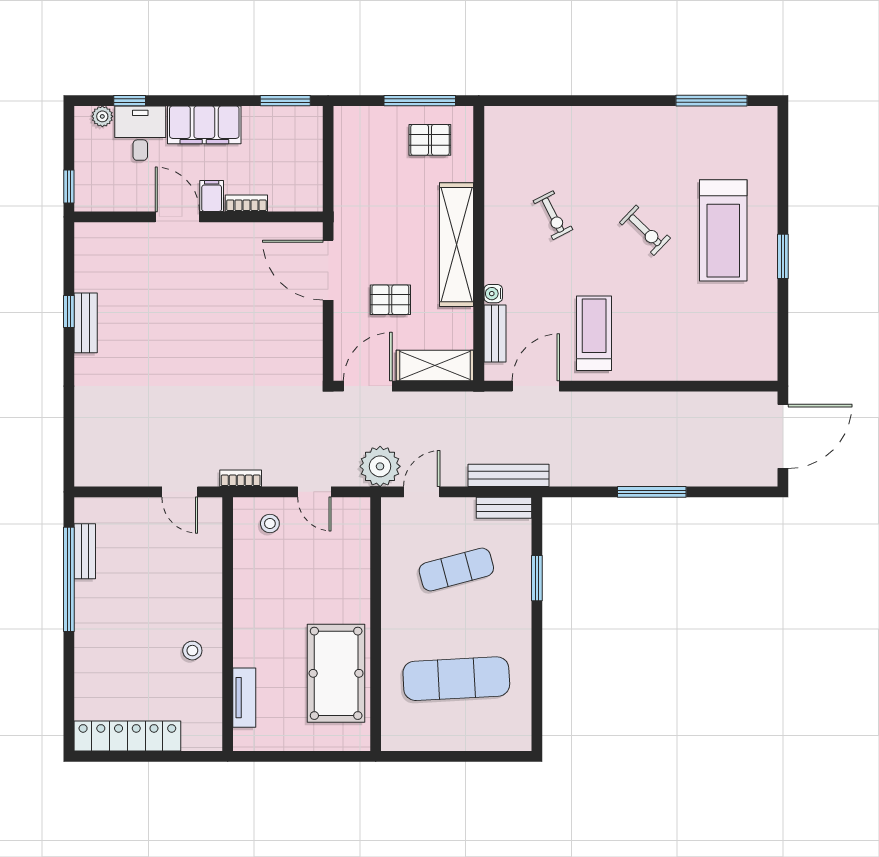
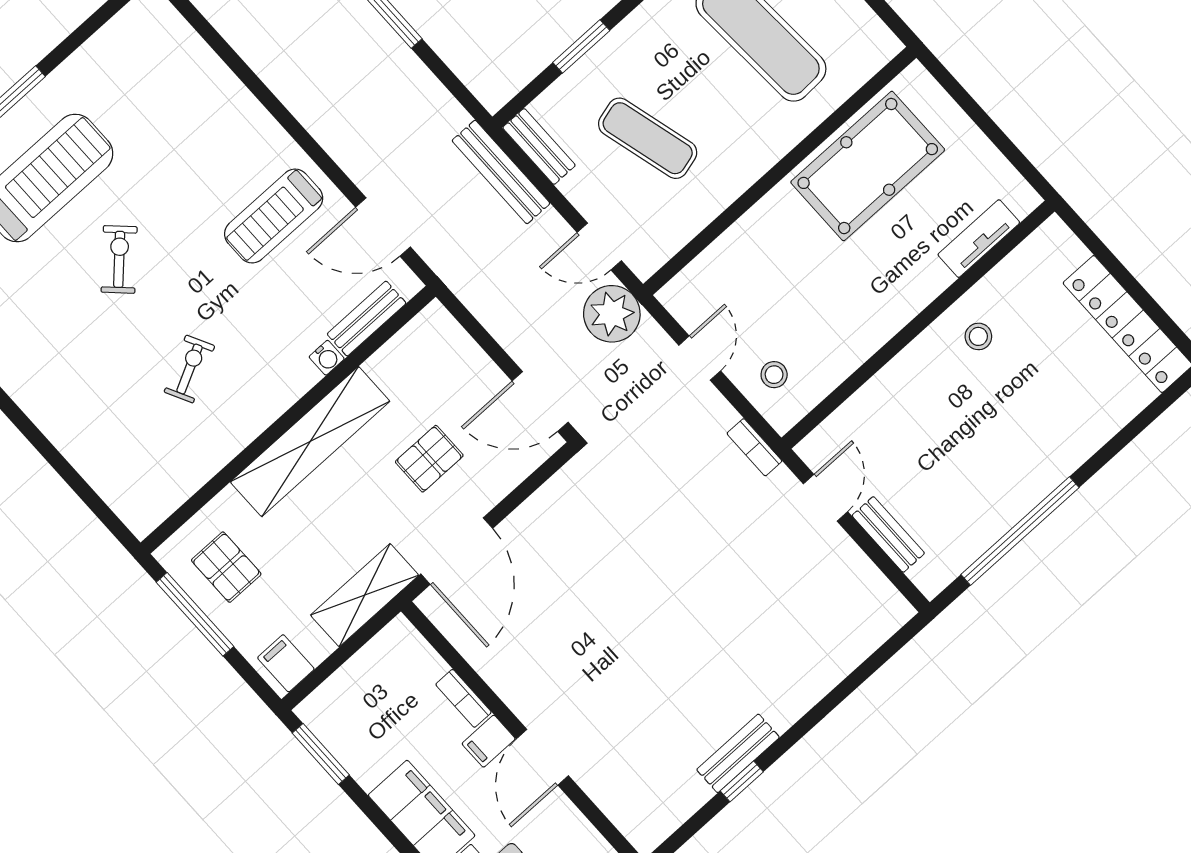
filing cabinet: (350, 125) -> (286, 663), added
pallet: (390, 300) -> (429, 459), turned 90
shelving: (435, 365) -> (365, 595), moved, turned 90
bench: (85, 551) -> (888, 534), moved, turned 90

